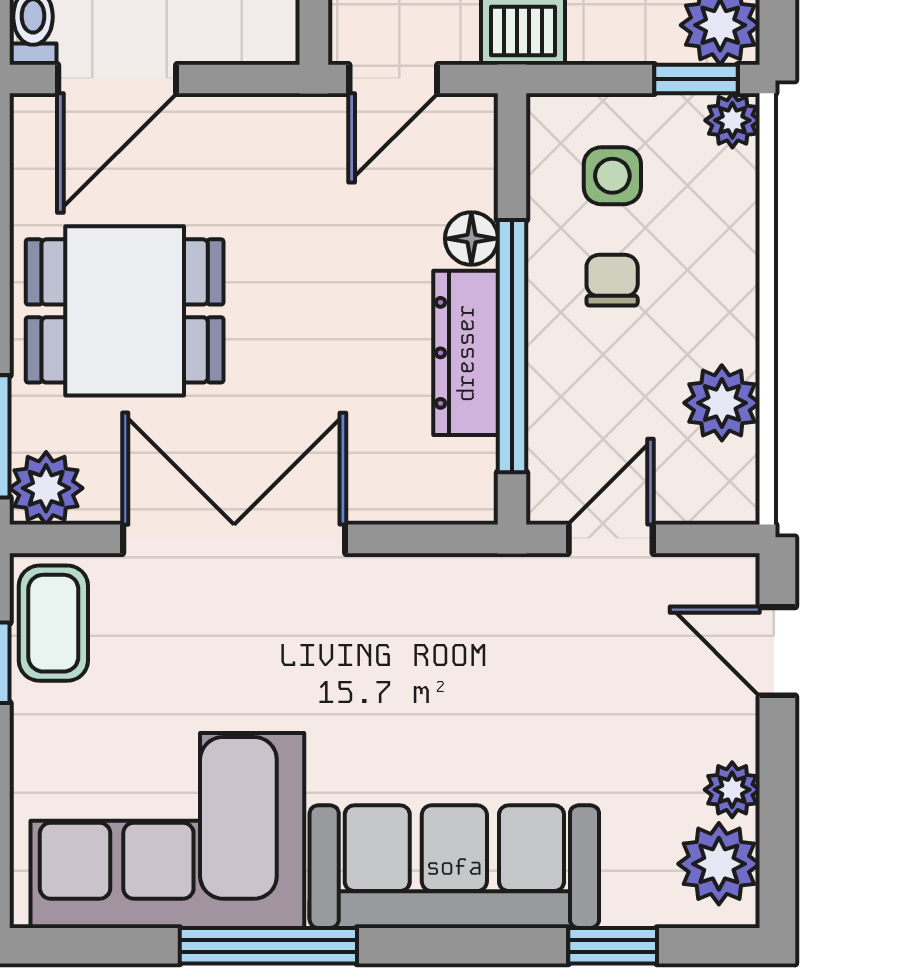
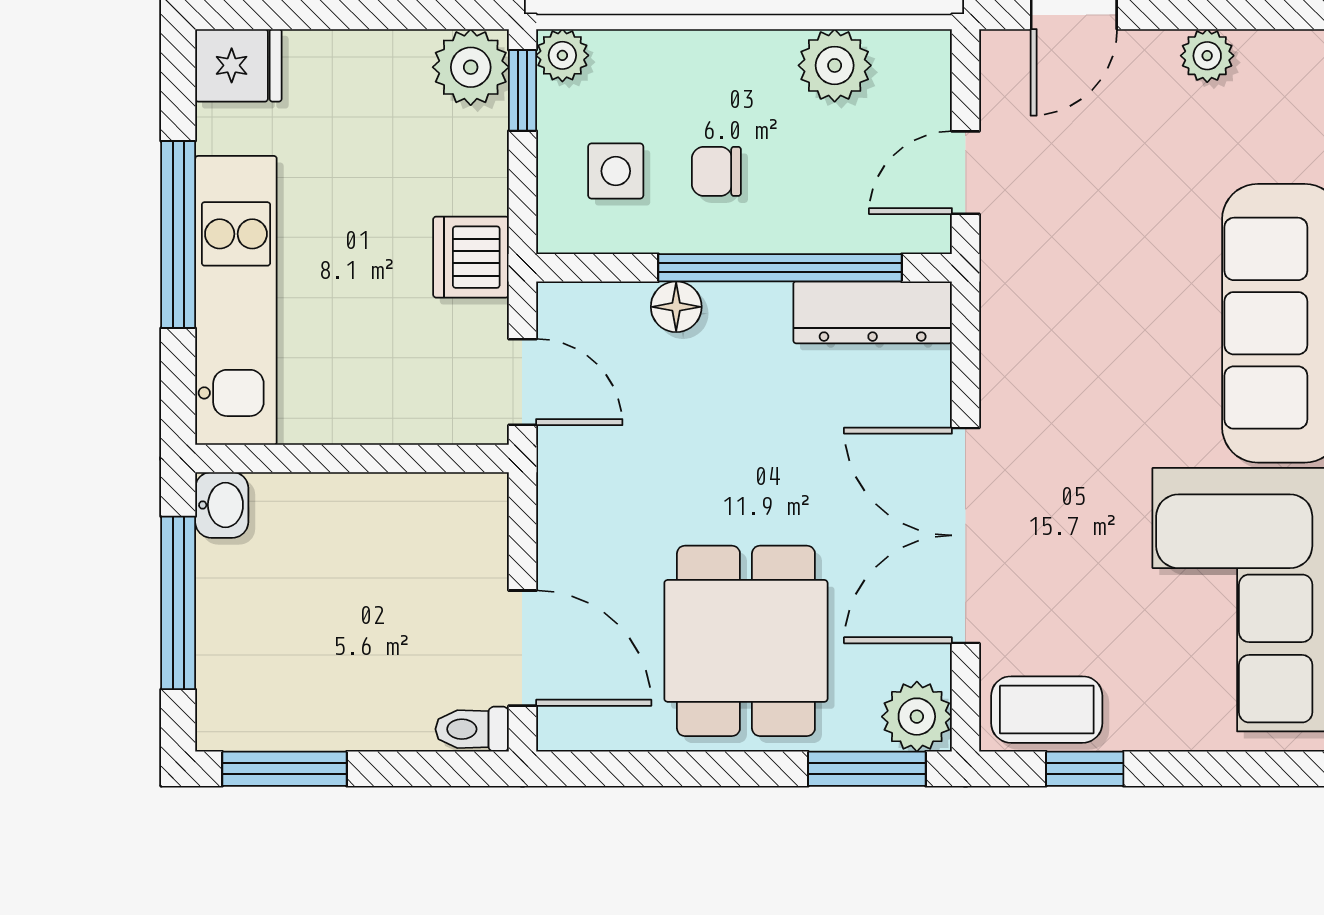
dresser: (466, 353) -> (873, 312), moved
door: (611, 539) -> (966, 173), hinge flipped
plant: (719, 864) -> (1279, 68), removed

